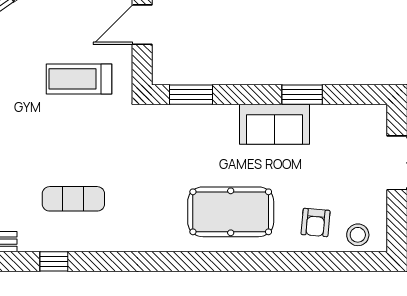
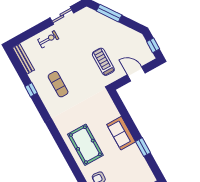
window: (191, 95) -> (120, 106), removed
sofa: (275, 124) -> (121, 133), moved

